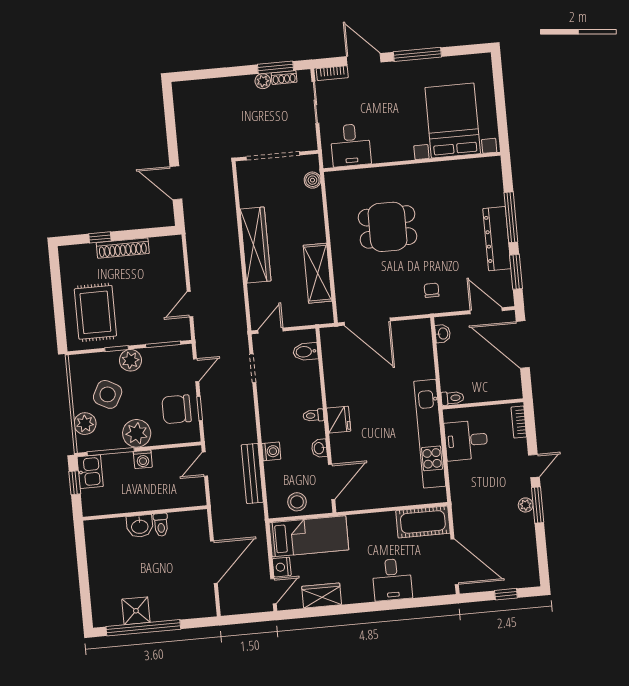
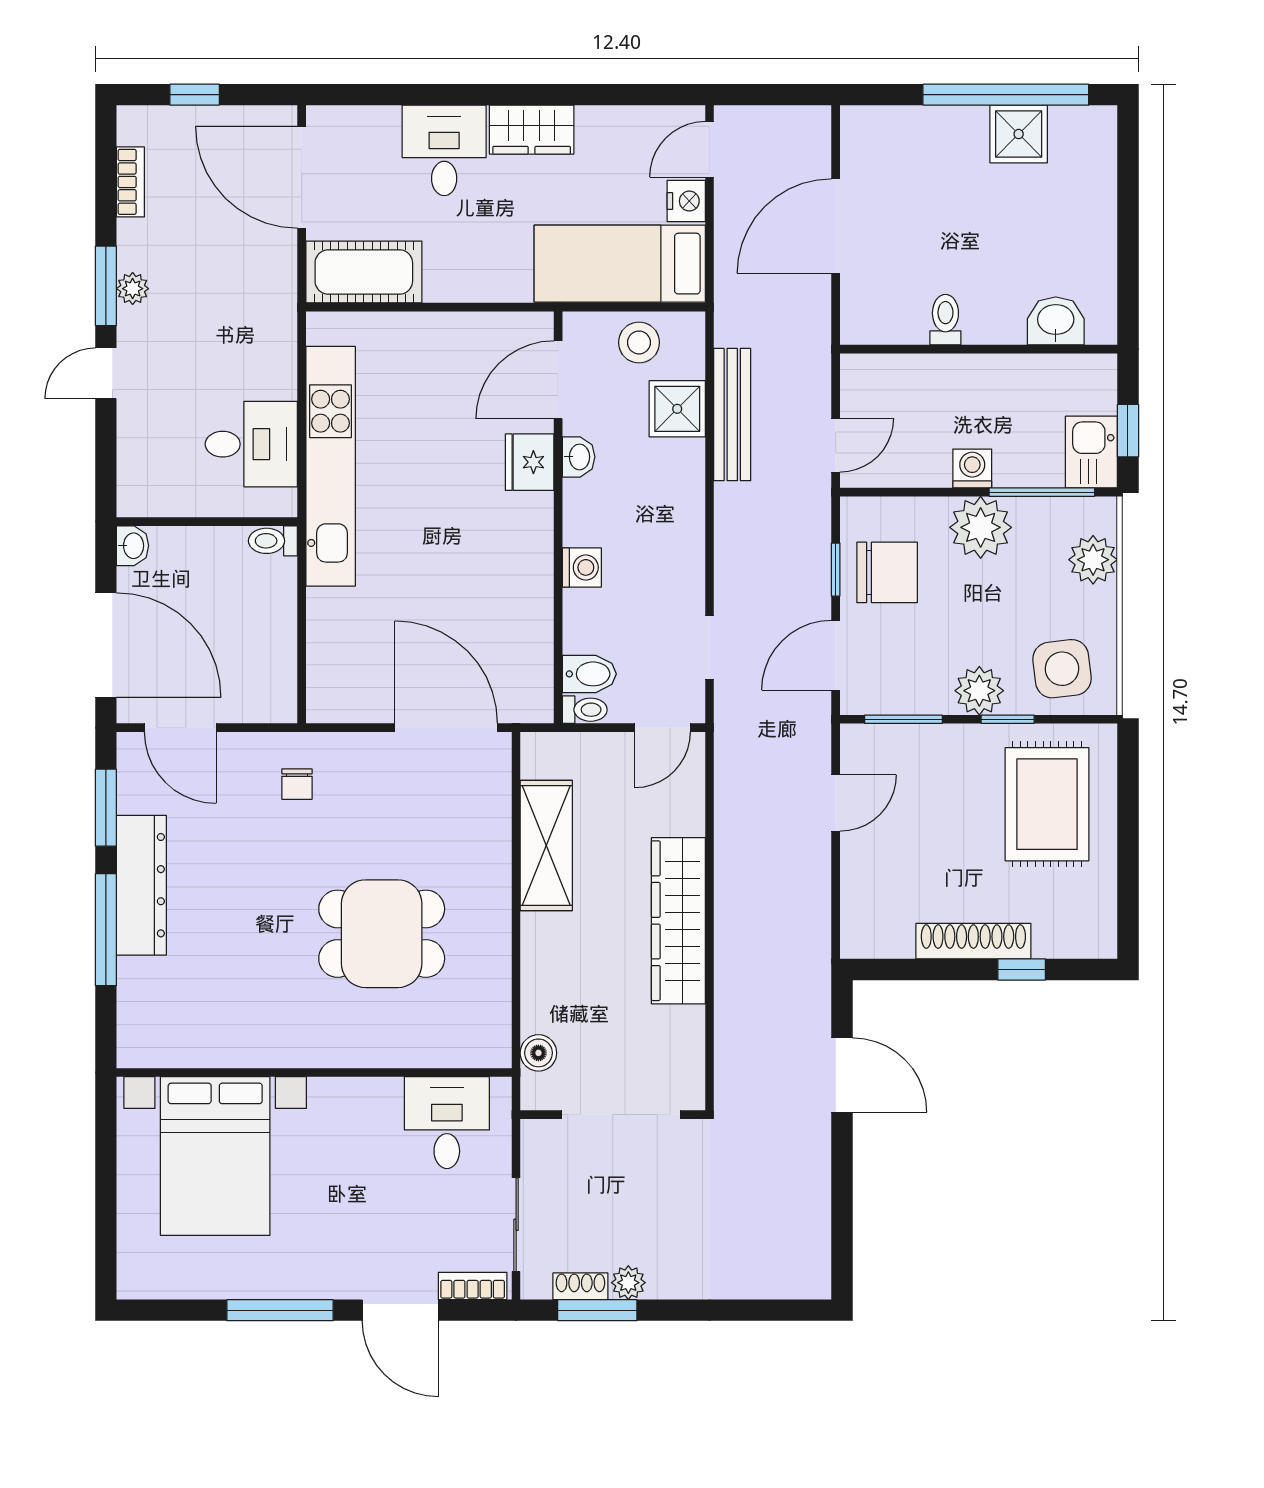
washbasin: (443, 334) -> (133, 546), moved, turned 180
door: (196, 370) -> (836, 655), width x1.38
side table: (108, 394) -> (1062, 669), moved, turned -35
toilet: (313, 415) -> (585, 710), moved
fridge: (339, 420) -> (530, 462), moved
bookcase: (519, 422) -> (130, 182), moved
washing machine: (271, 451) -> (582, 567), moved, turned 180
shower: (277, 474) -> (677, 409), added
washbasin: (140, 526) -> (1056, 321), moved
wardrobe: (322, 596) -> (532, 130), moved

